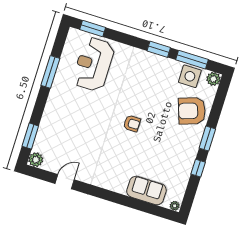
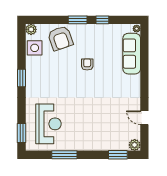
window: (192, 60) -> (22, 50), removed
reception desk: (93, 64) -> (48, 124), turned -90
armchair: (132, 124) -> (87, 64), moved
sofa: (146, 191) -> (132, 54), width x1.36

